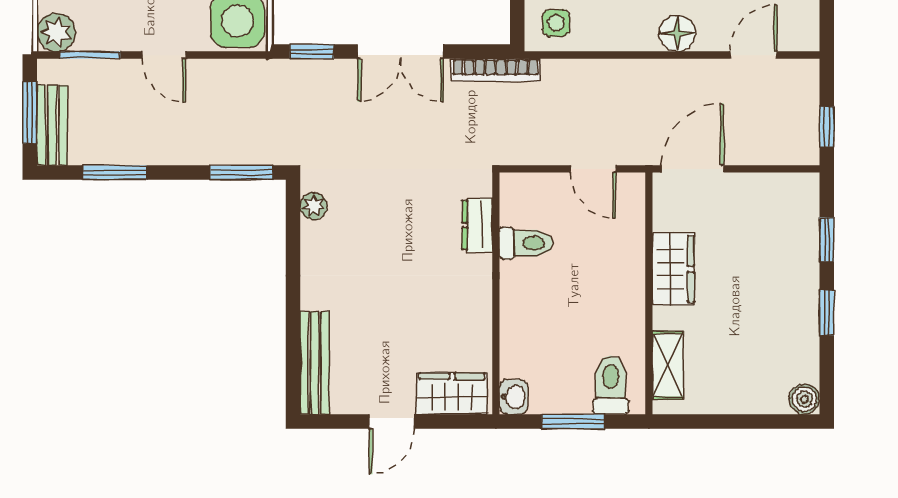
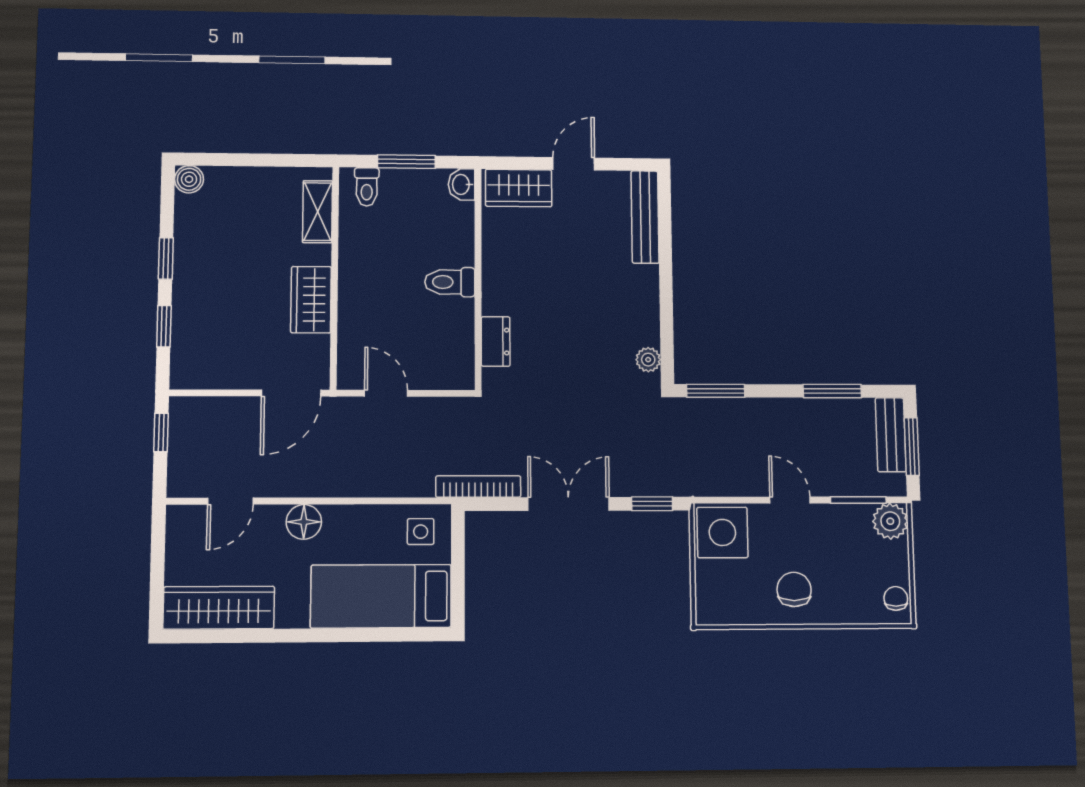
toilet: (526, 243) -> (450, 282), moved
toilet: (611, 385) -> (367, 187), width x0.73, depth x0.72

